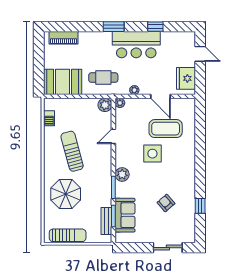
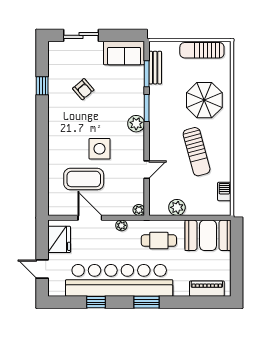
bar counter: (136, 45) -> (119, 280), width x1.86
plant: (105, 105) -> (177, 207), moved
sofa: (125, 215) -> (124, 53), moved, turned -90

